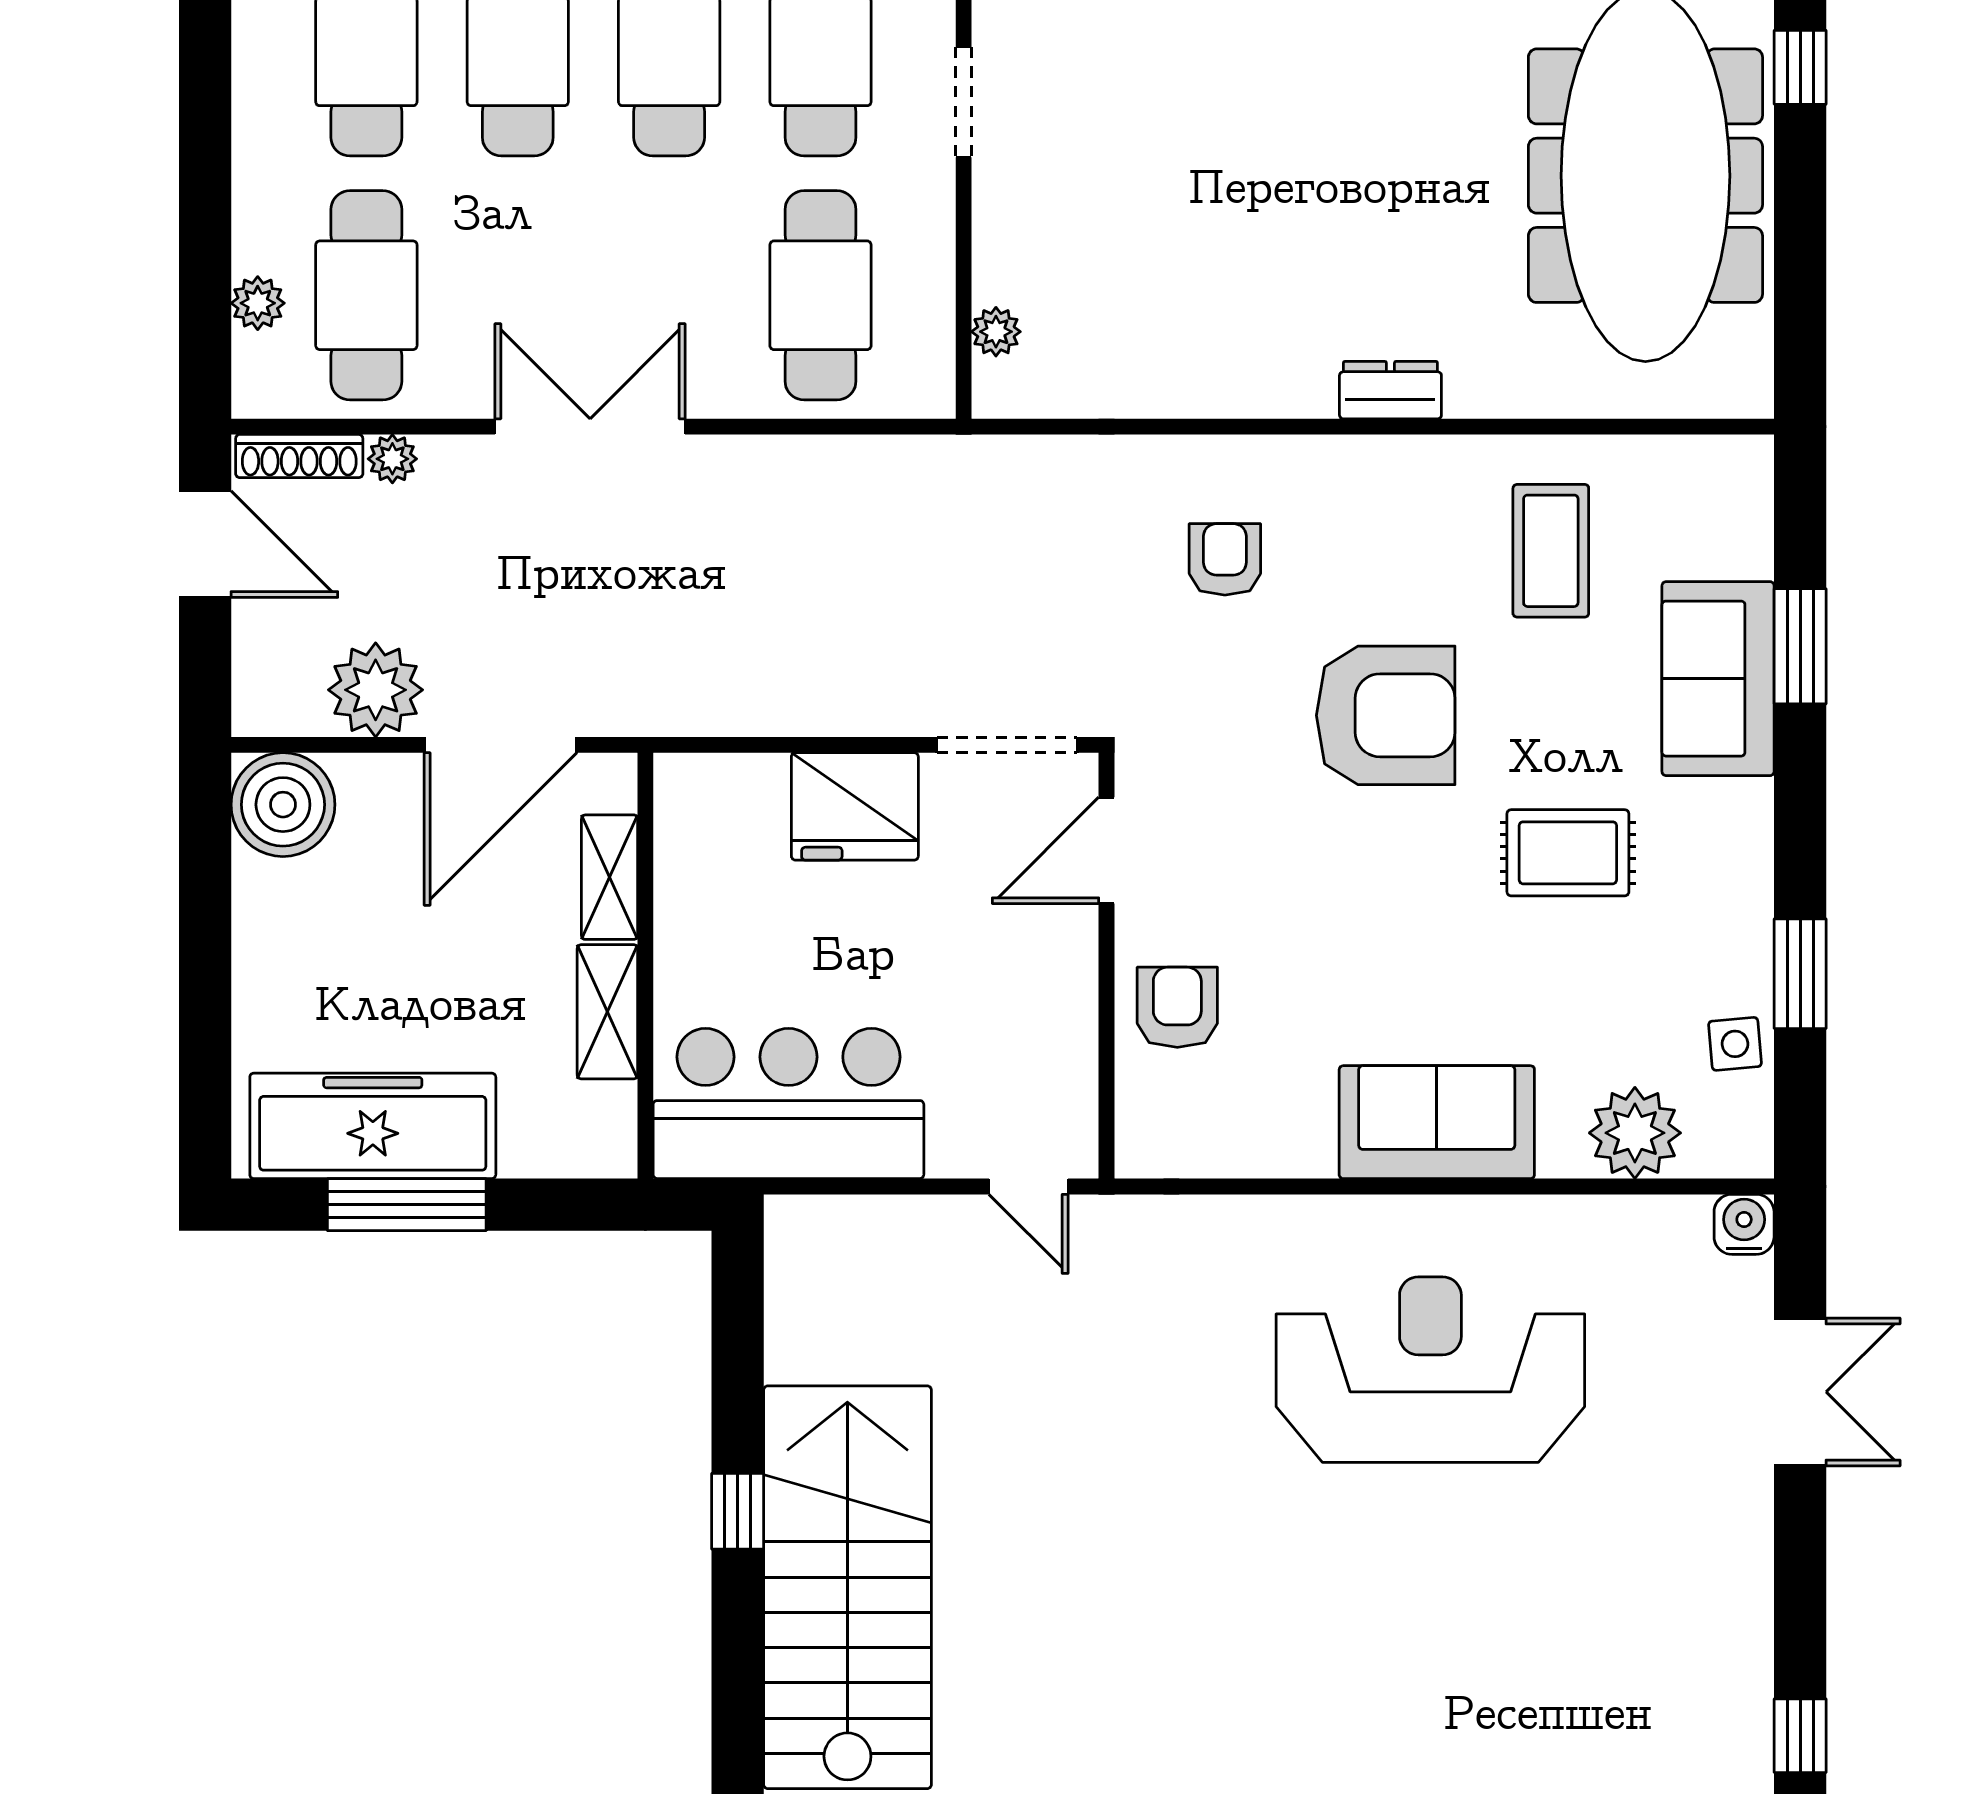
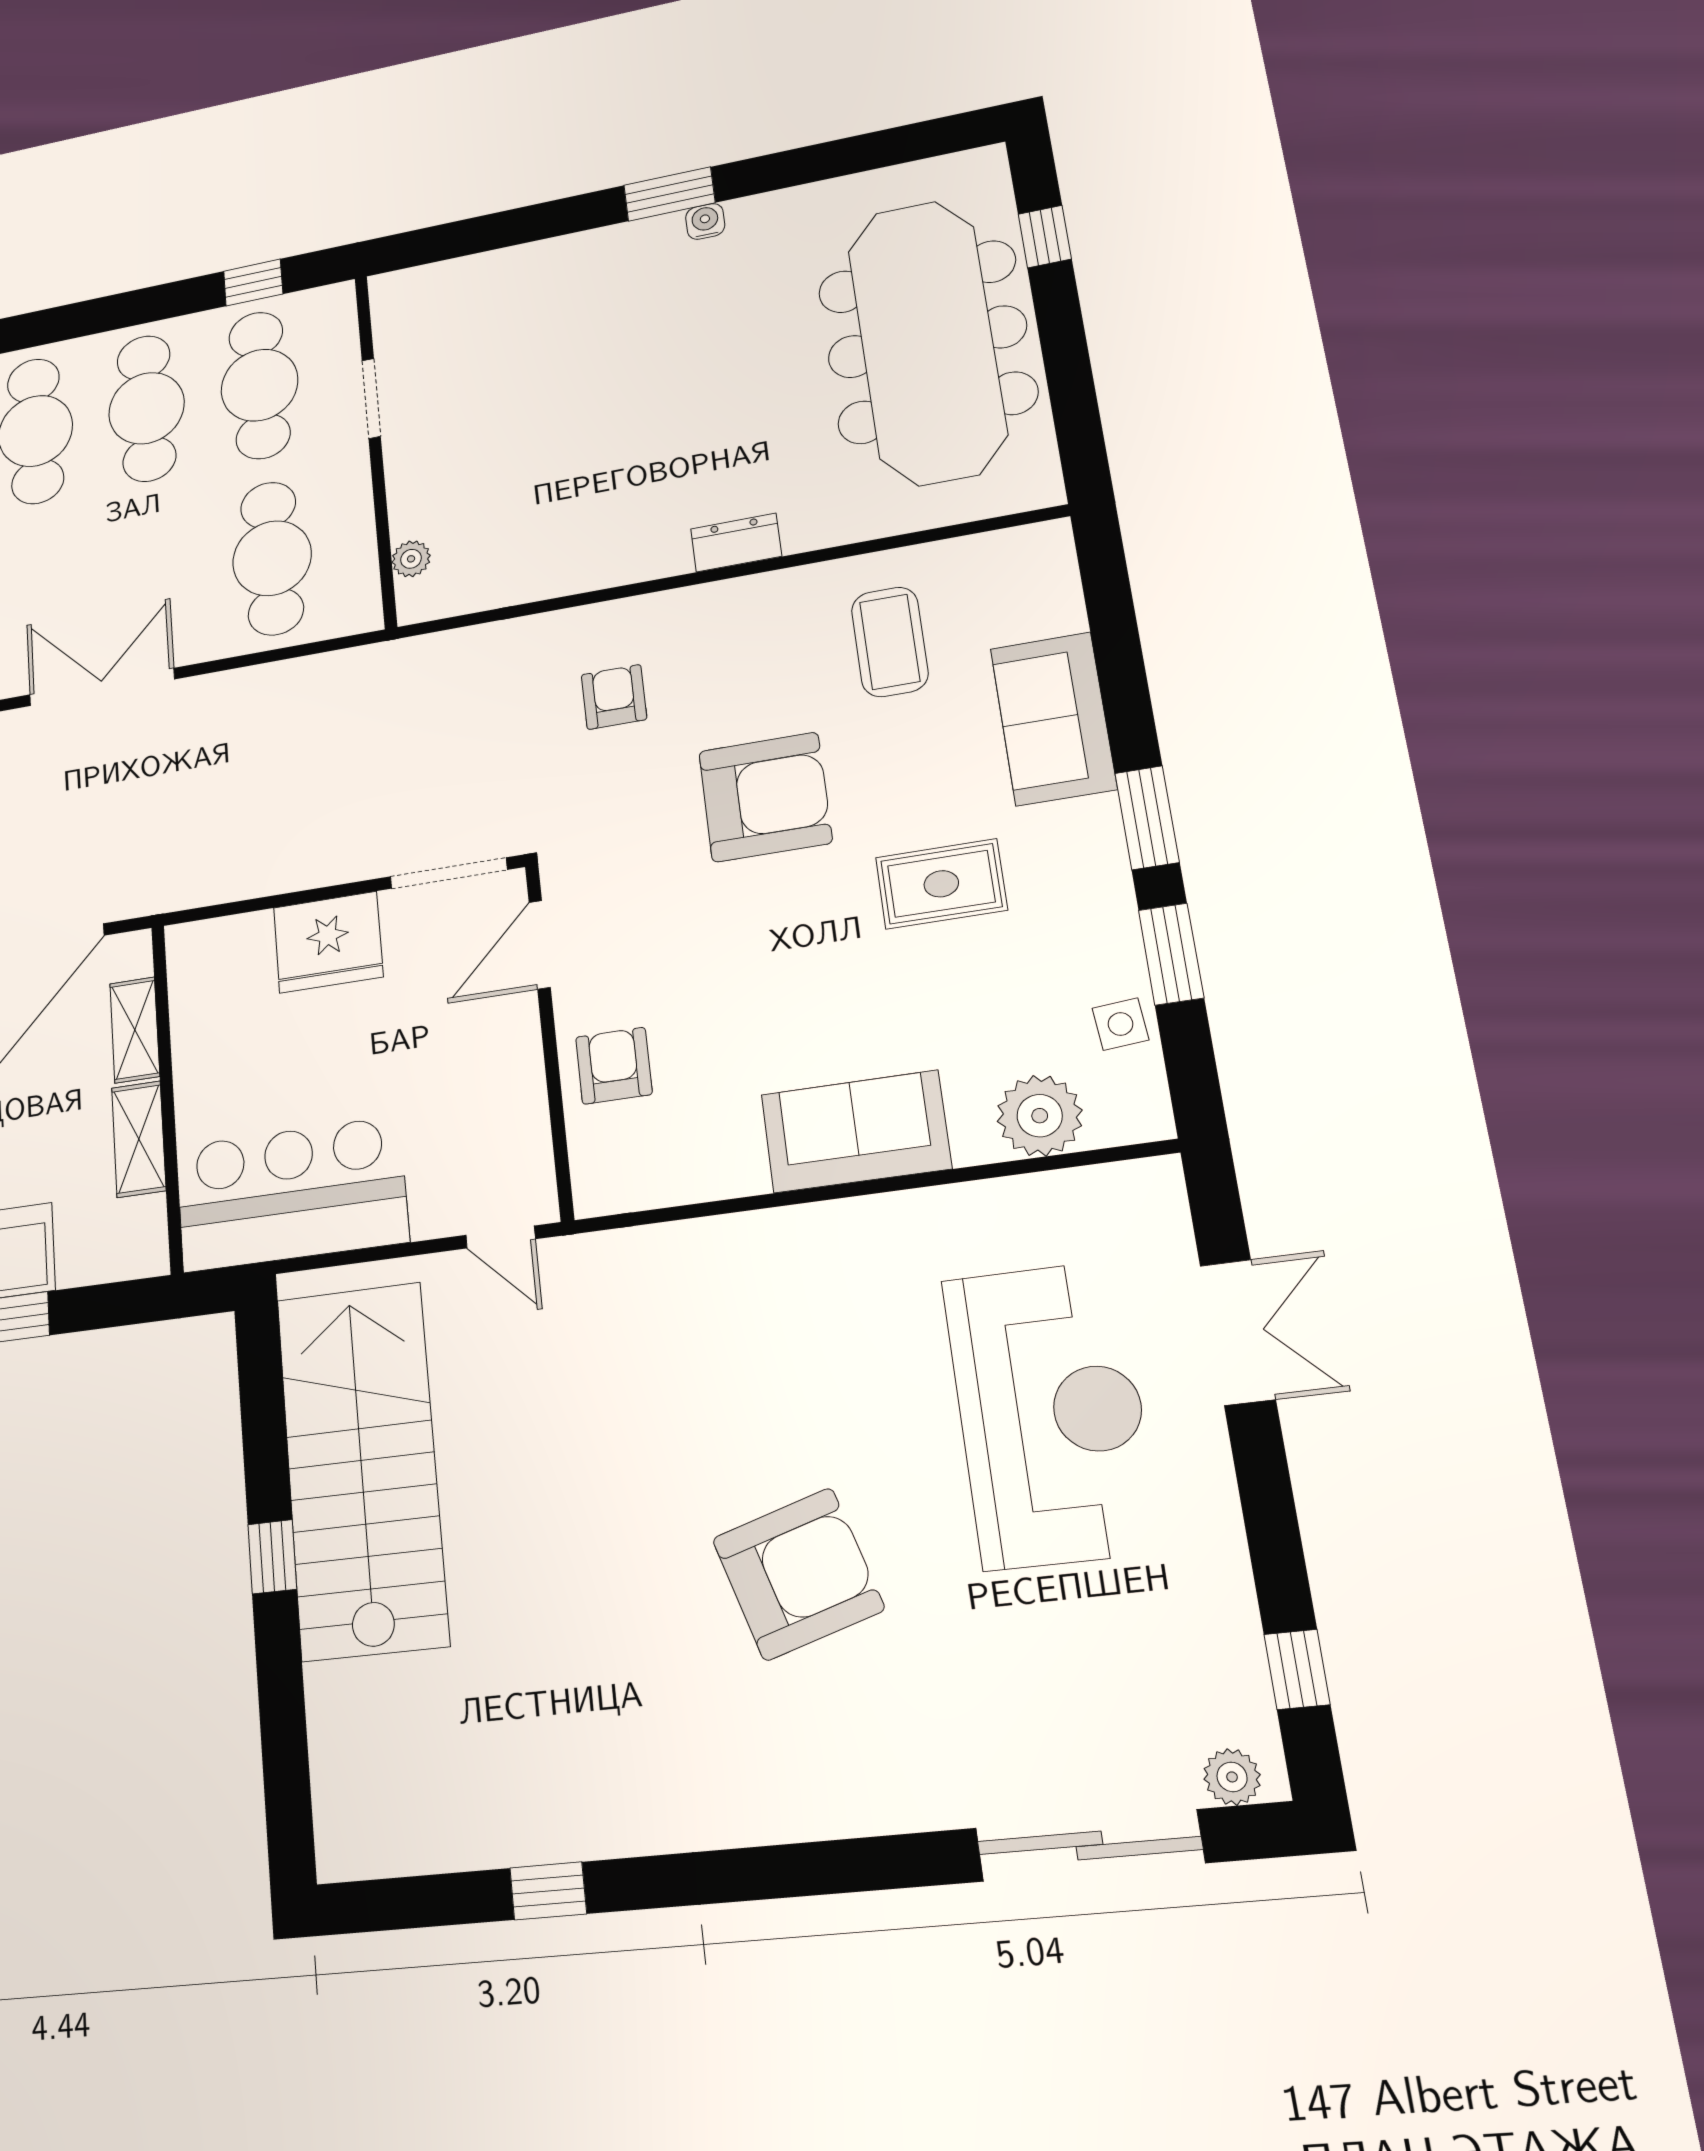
window: (1800, 646) -> (1147, 818), moved
water cooler: (1744, 1224) -> (1156, 1184), removed
reception desk: (1430, 1370) -> (1051, 1414), moved, turned 90
stairs: (847, 1587) -> (362, 1469), moved
armchair: (1314, 1590) -> (798, 1574), added

